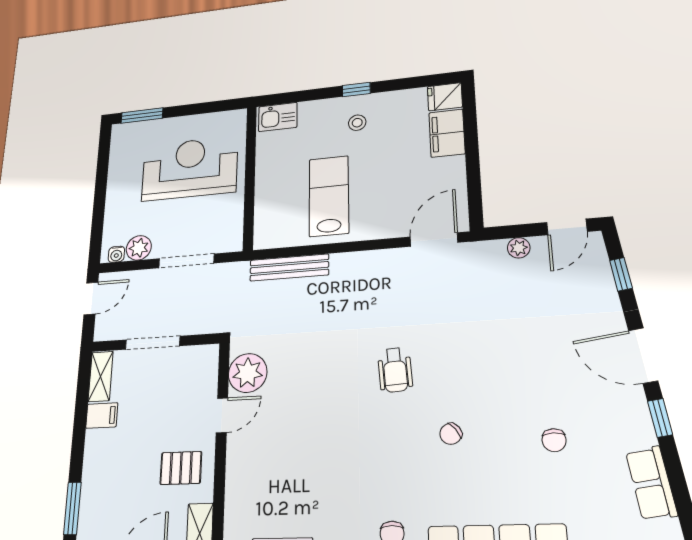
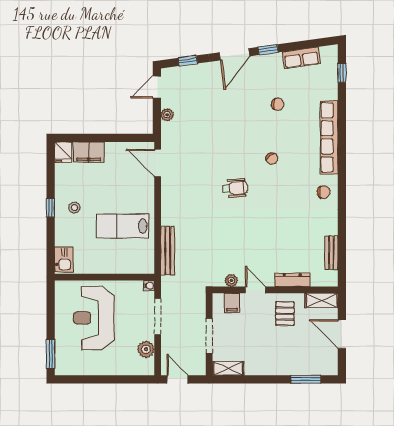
door: (567, 227) -> (157, 87), swing flipped
water cooler: (116, 254) -> (149, 286), moved
plant: (248, 373) -> (231, 281), width x0.53, depth x0.53
filing cabinet: (102, 415) -> (232, 303), moved, turned 180
dresser: (236, 479) -> (292, 280), added

